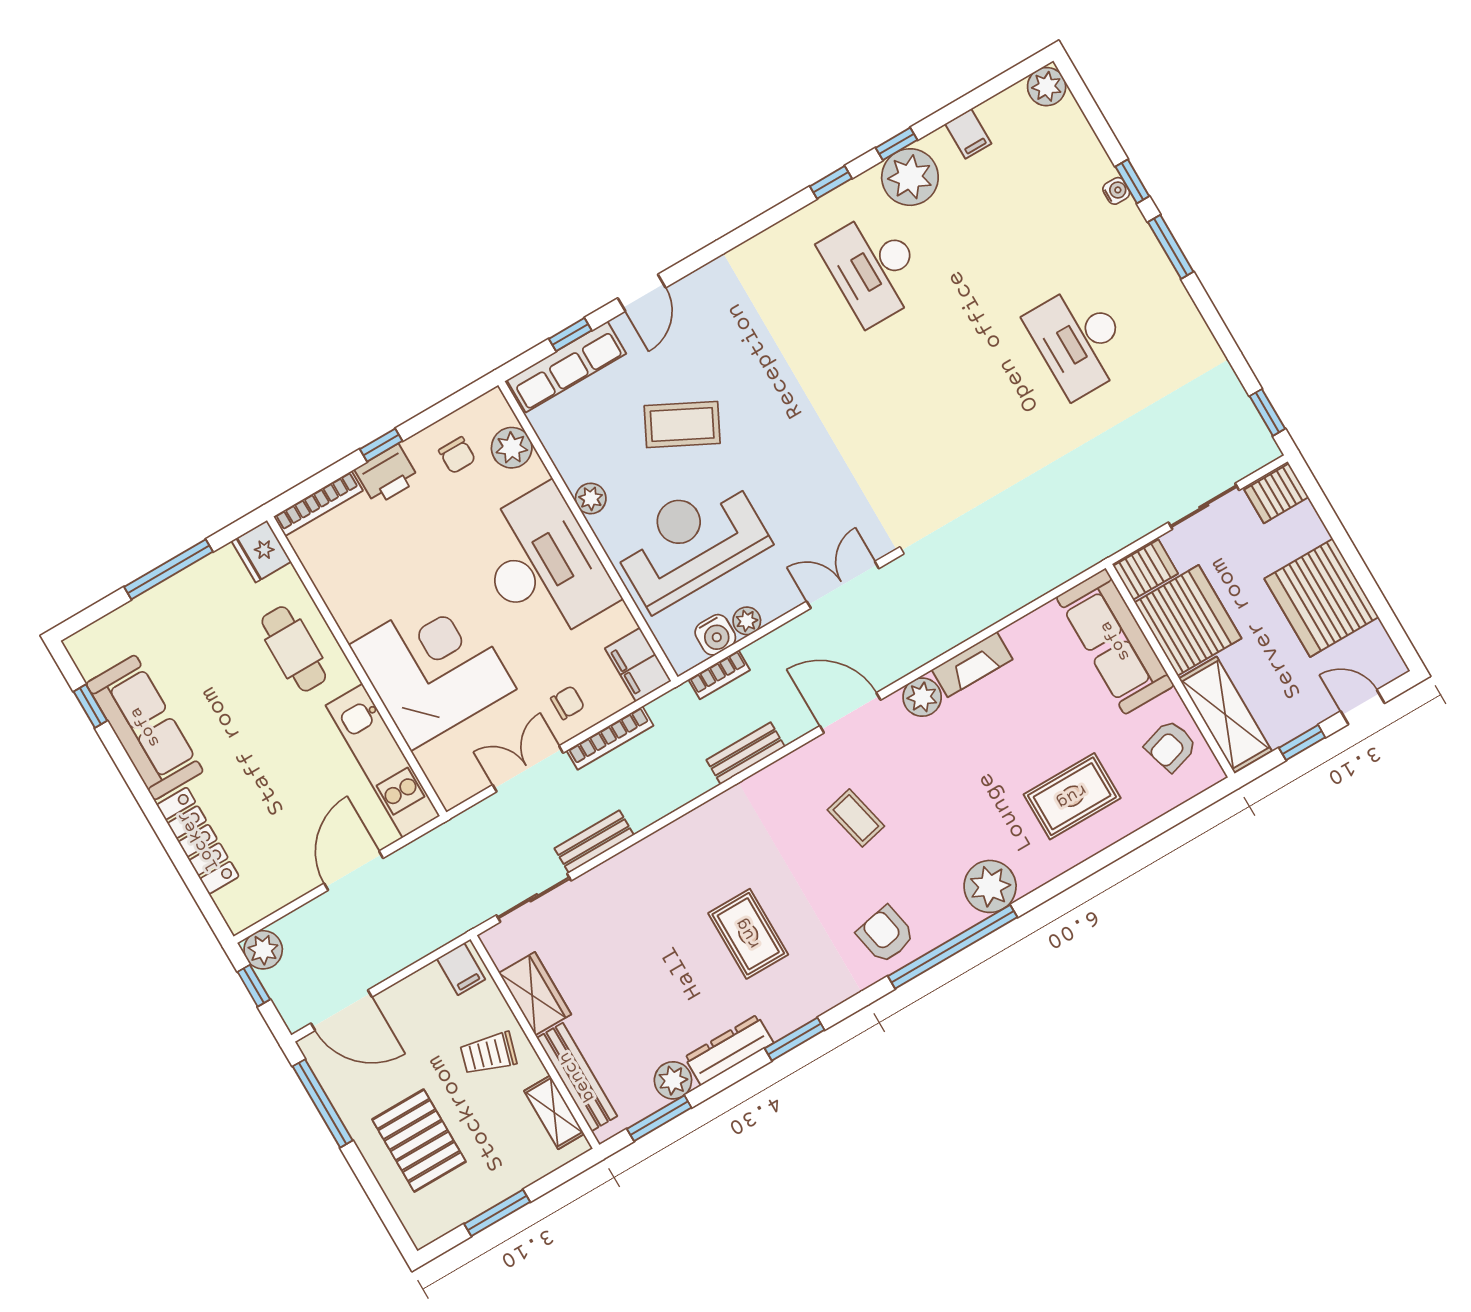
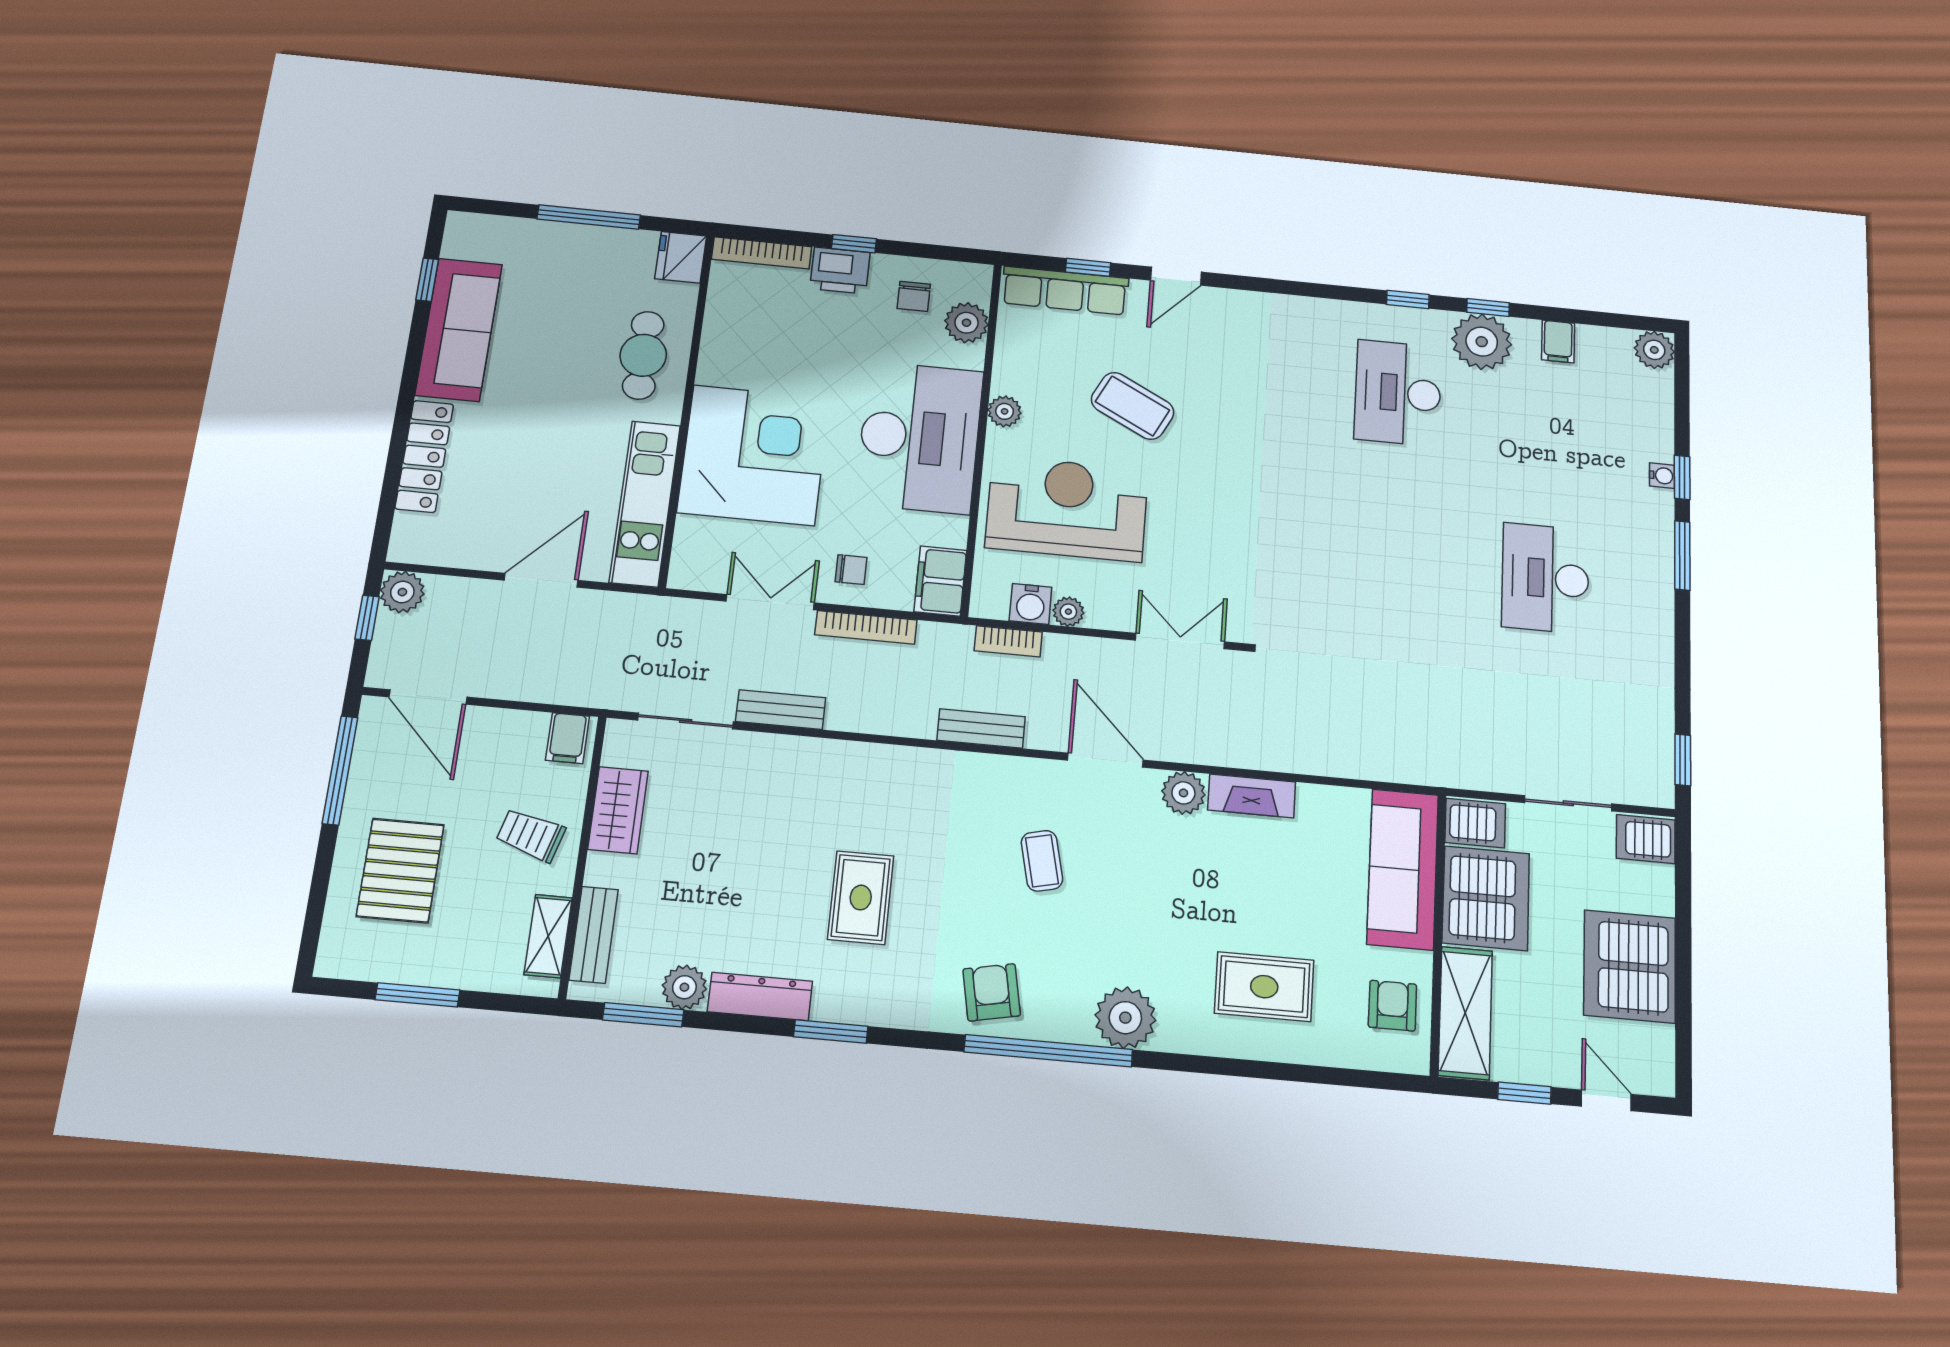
armchair: (1171, 746) -> (1392, 1006), turned 107
bench: (577, 1077) -> (594, 935), width x0.73

